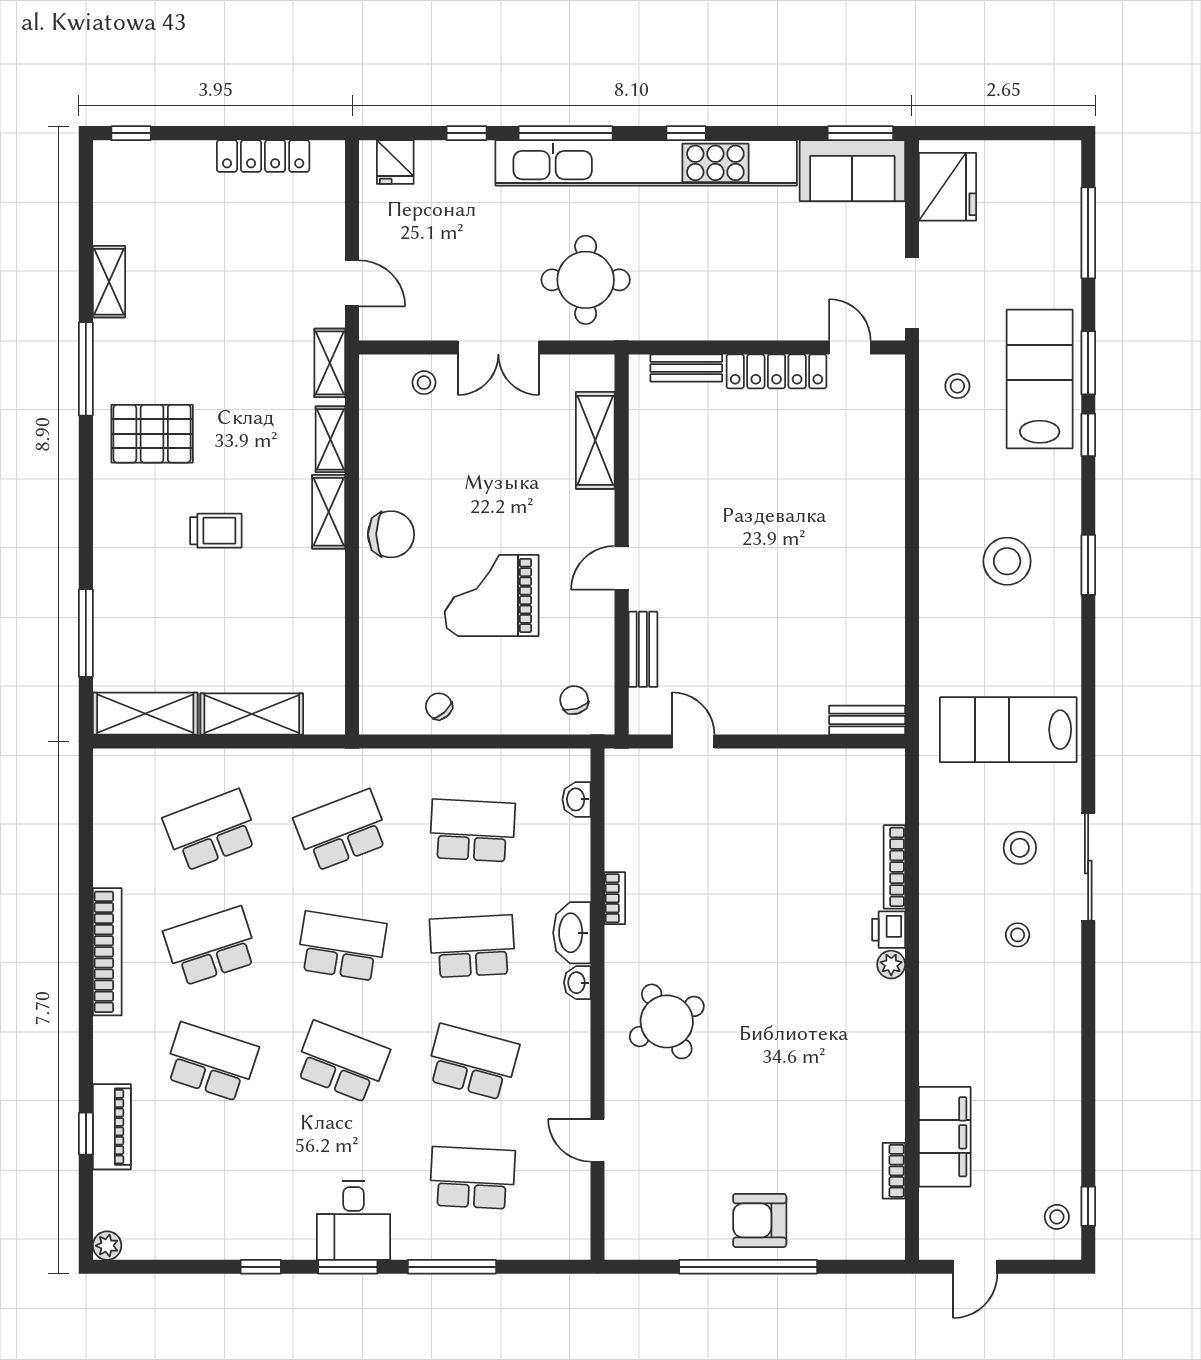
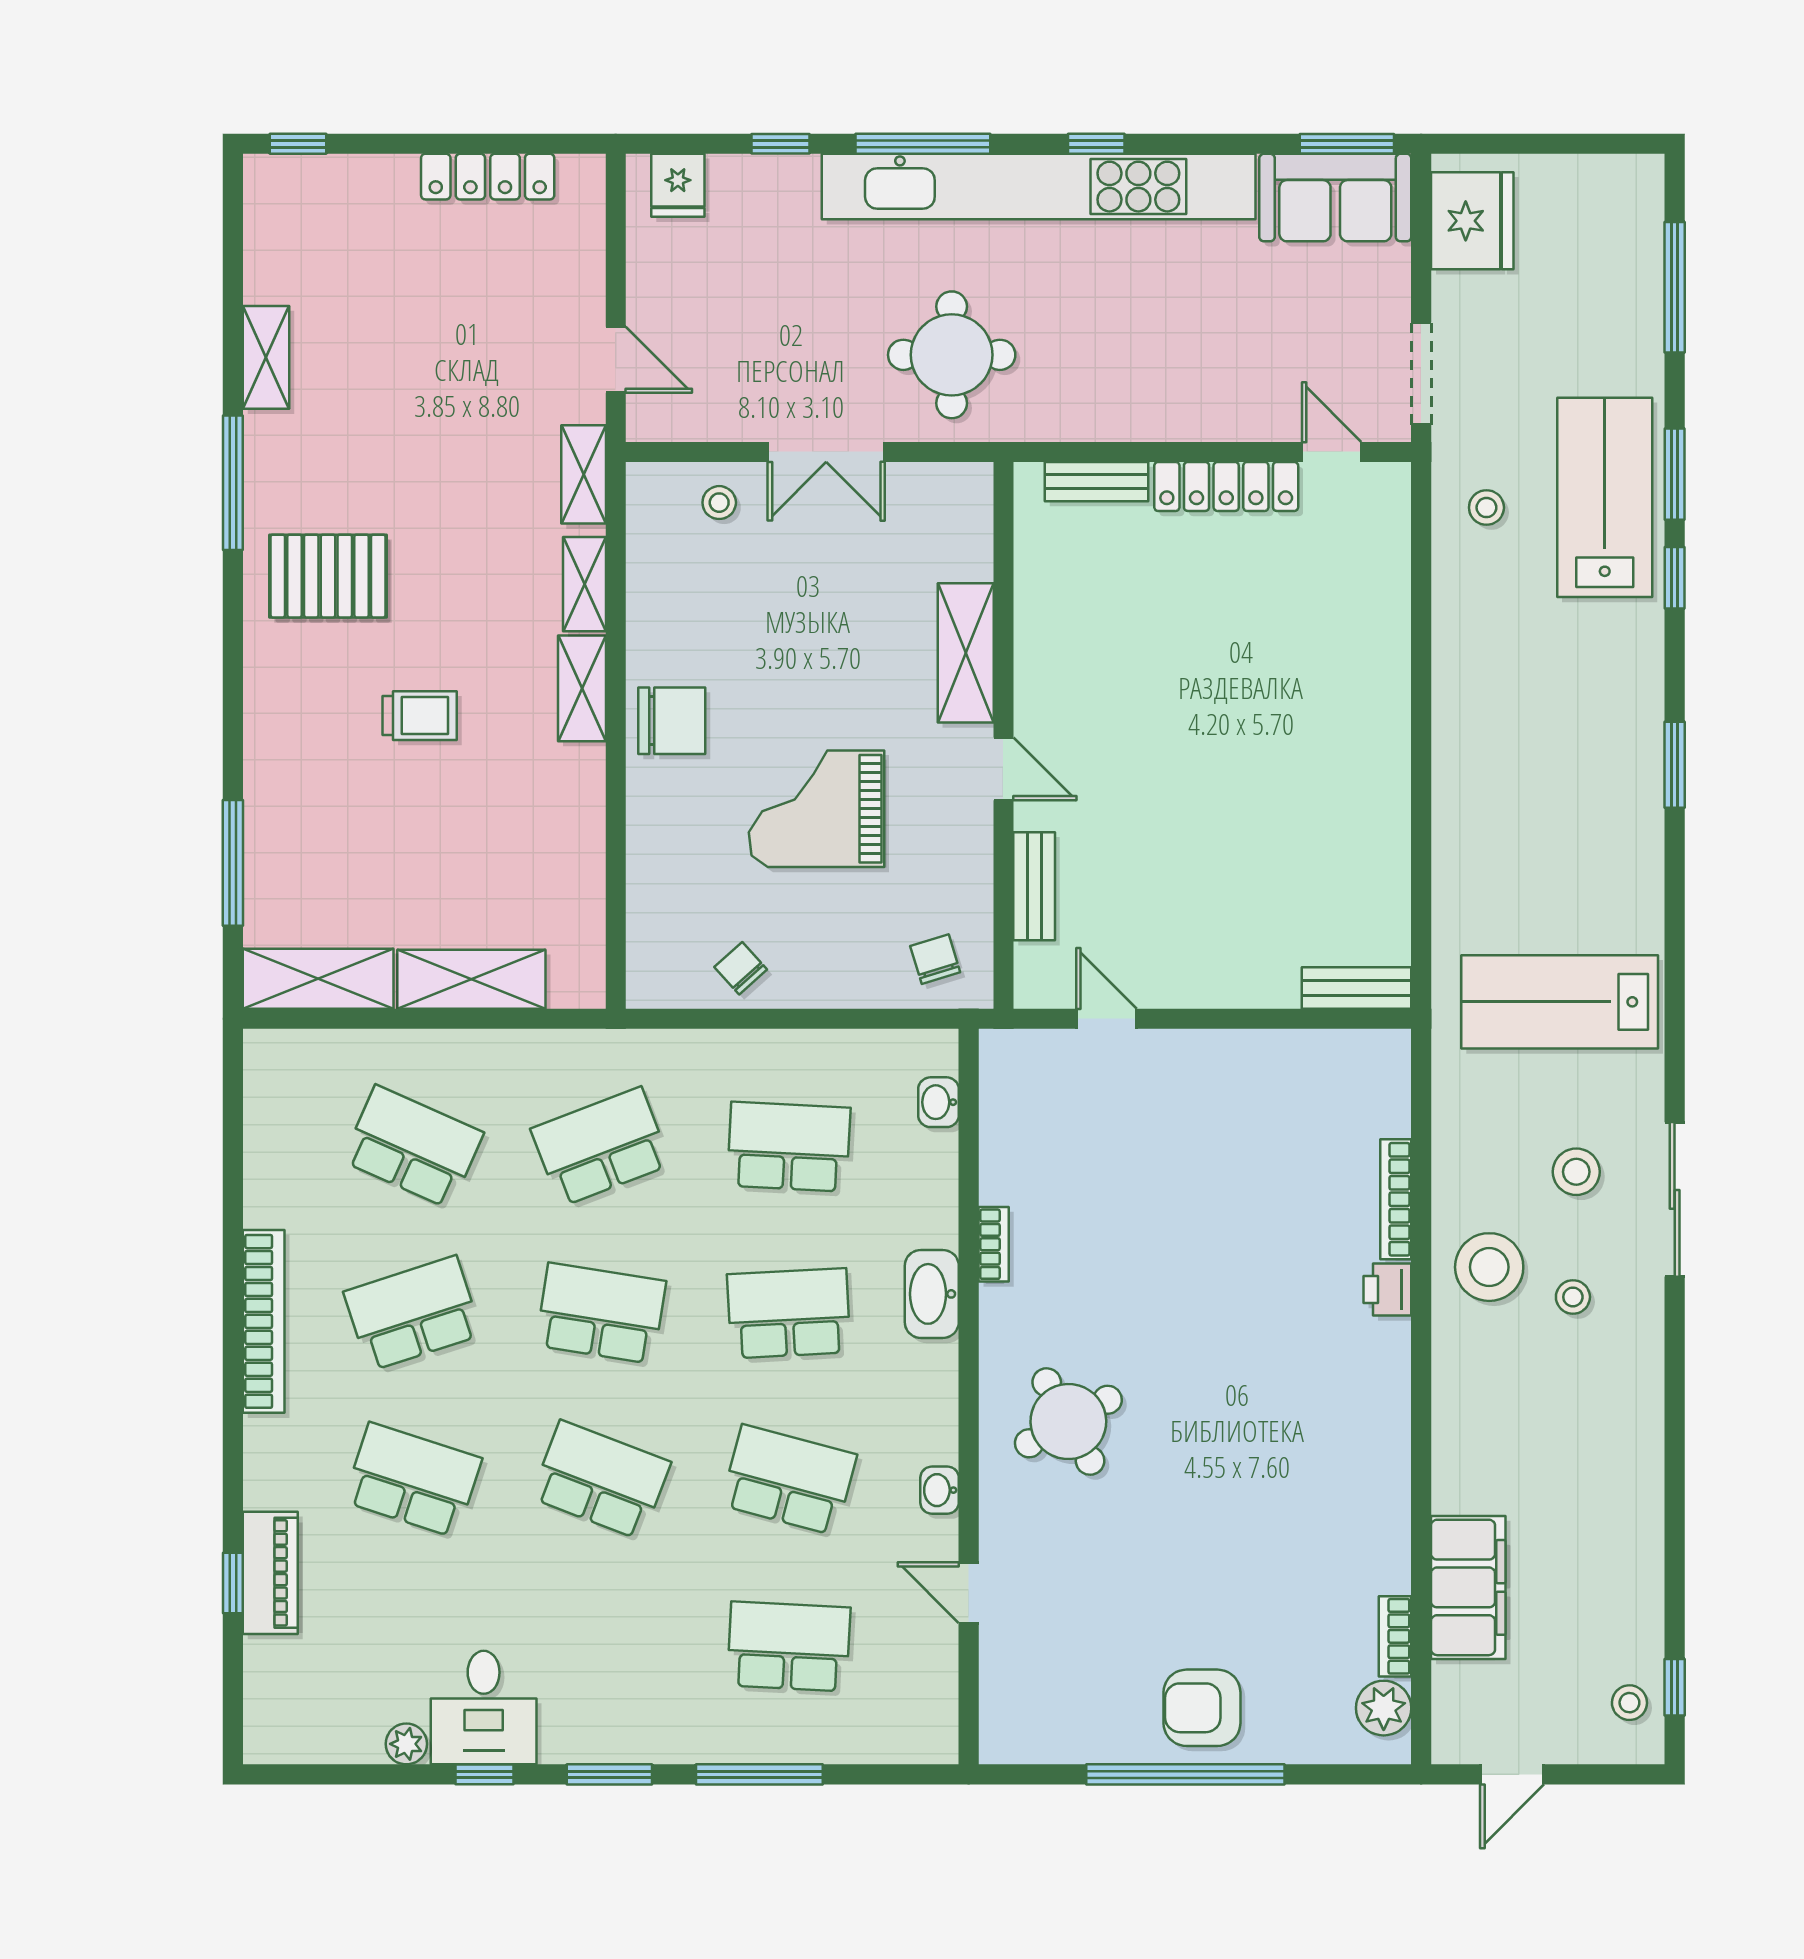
shelving: (595, 440) -> (966, 653), moved
stool: (1007, 561) -> (1489, 1267), moved
door: (622, 568) -> (1003, 769), swing flipped
school desk: (211, 830) -> (413, 1147), turned 45
plant: (891, 965) -> (1384, 1708), moved, width x1.38, depth x1.38
washbasin: (577, 983) -> (940, 1490), moved
desk: (353, 1220) -> (484, 1708), moved
plant: (107, 1246) -> (406, 1744), moved

